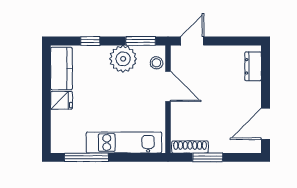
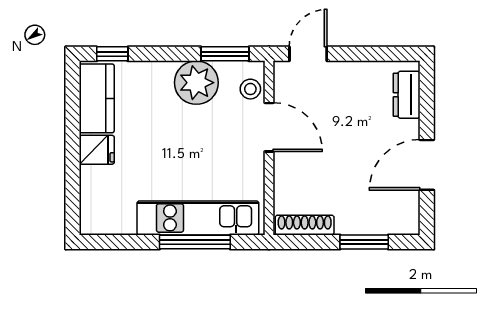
window: (90, 41) -> (112, 54), moved
door: (266, 124) -> (427, 165), moved
window: (86, 157) -> (195, 242), moved
window: (208, 157) -> (364, 242), moved

